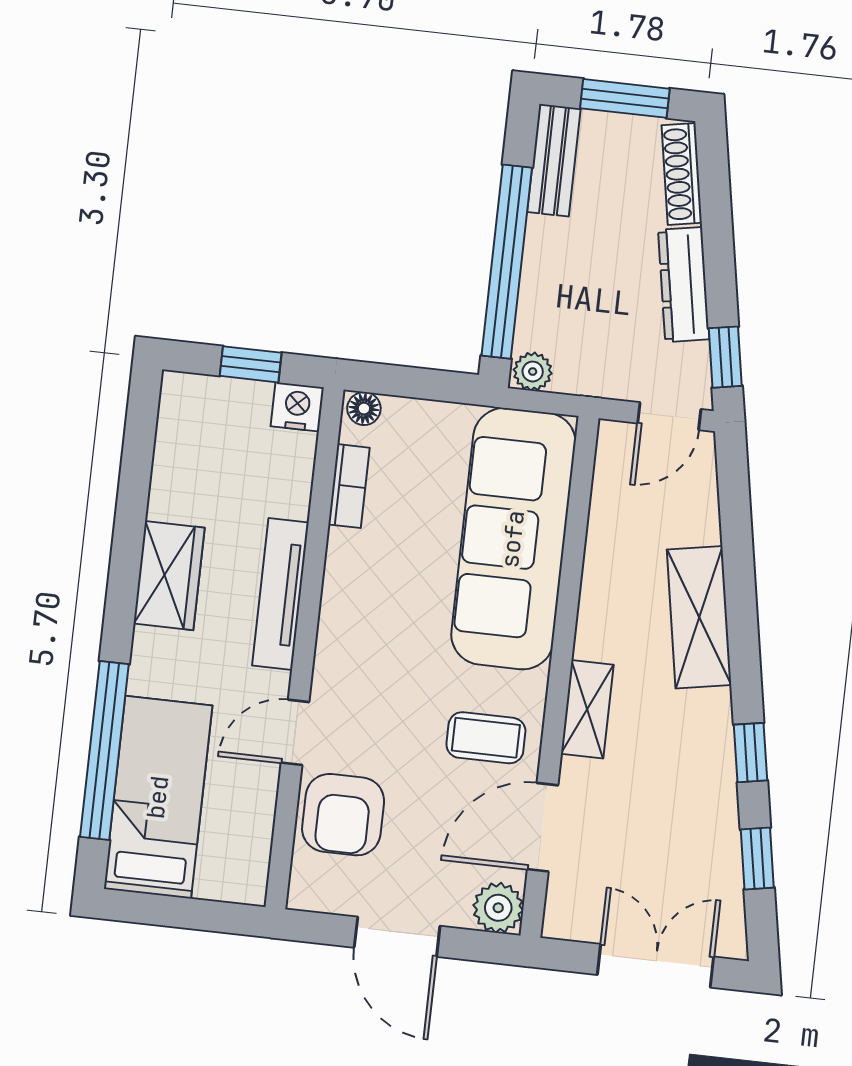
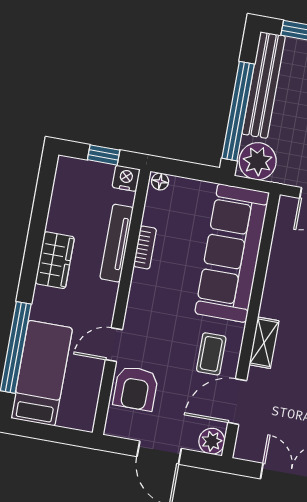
bench: (554, 160) -> (264, 85), width x1.86, depth x1.21
plant: (533, 372) -> (258, 161), width x1.88, depth x1.88
bookcase: (349, 486) -> (145, 247), moved
tv unit: (280, 594) -> (117, 243), moved
coffee table: (486, 738) -> (211, 354), turned 90

